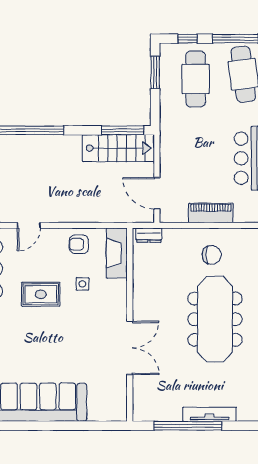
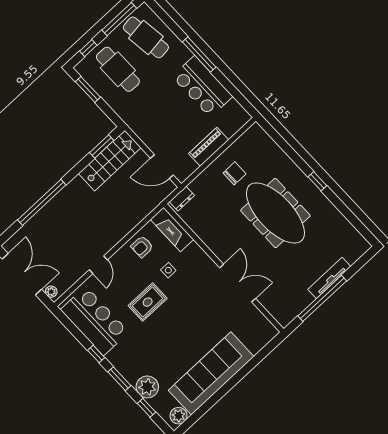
window: (123, 130) -> (102, 146), width x0.69

